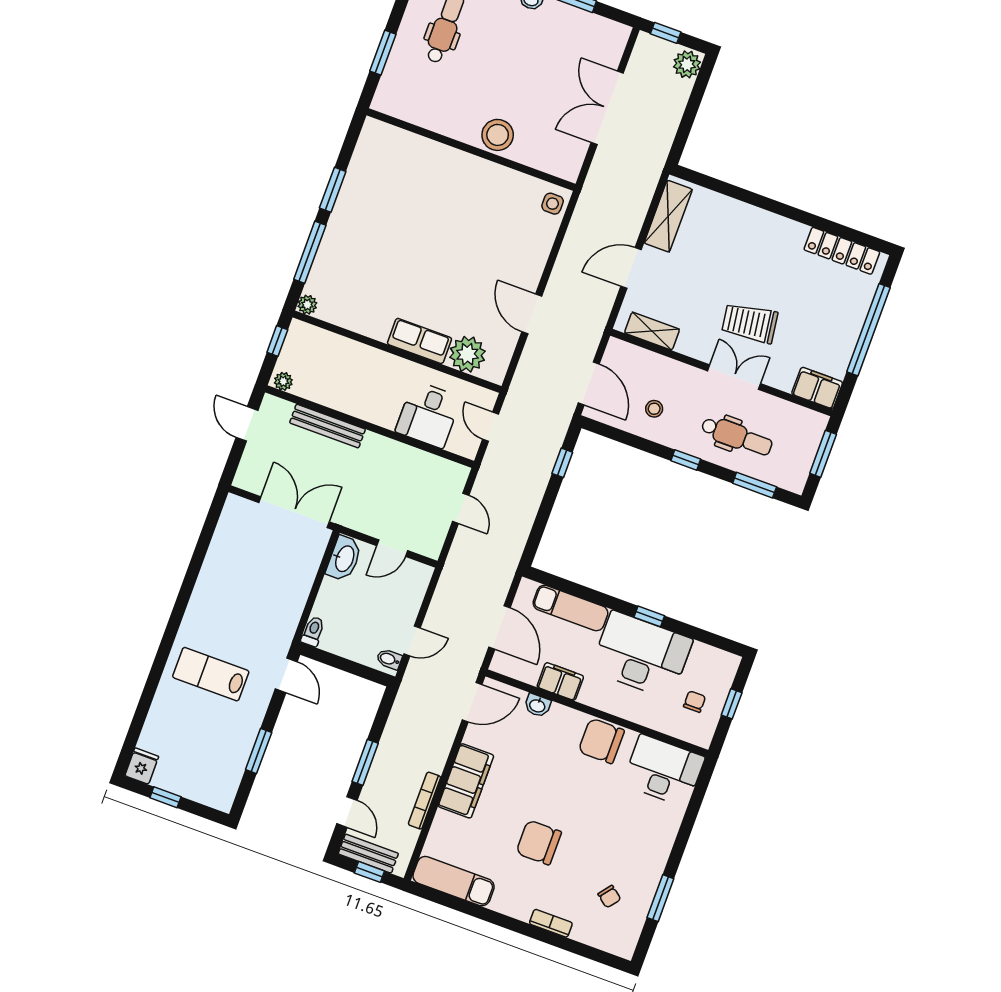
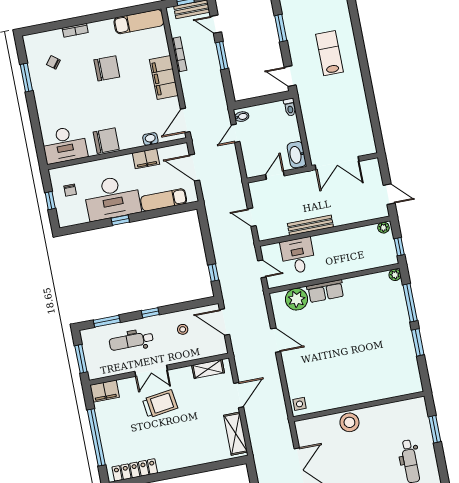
bench: (328, 426) -> (310, 225), moved
lab bench: (211, 674) -> (330, 53), turned -90

